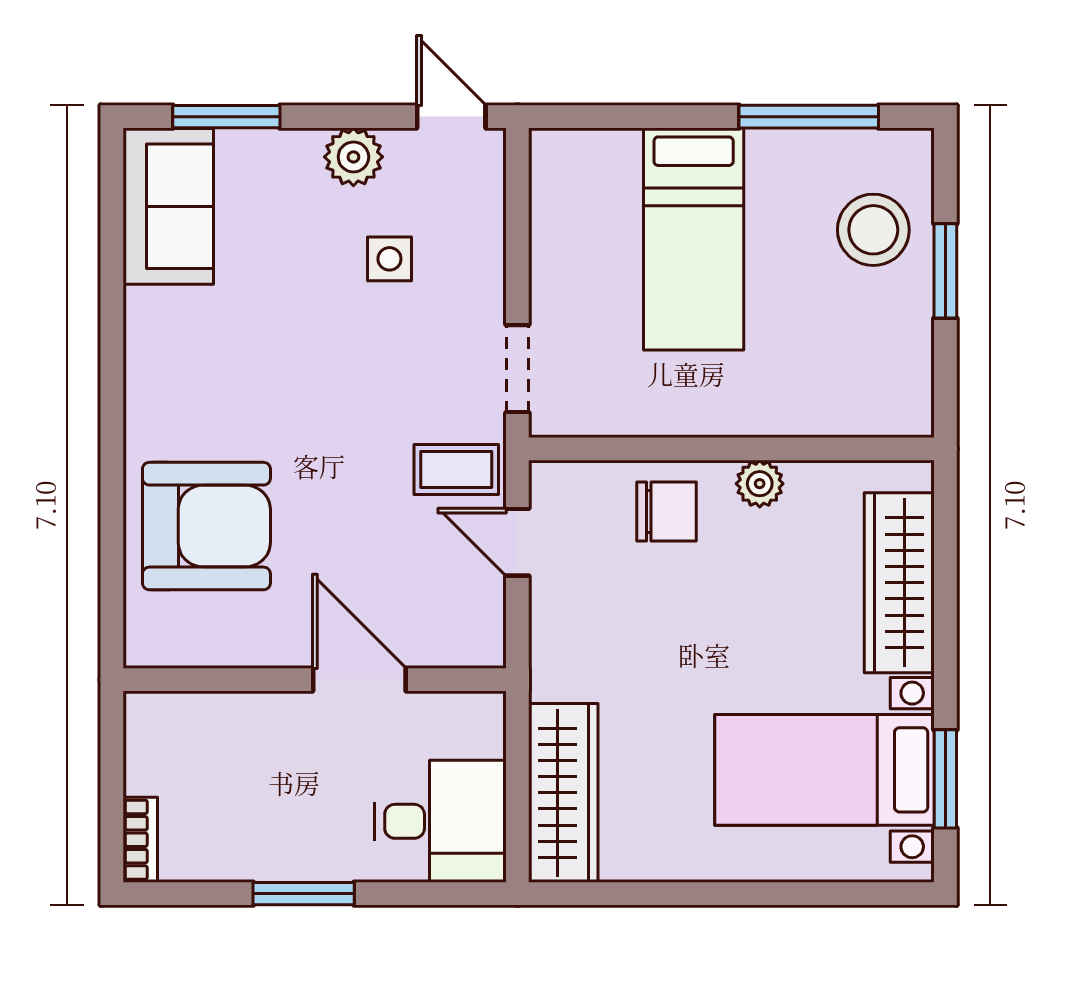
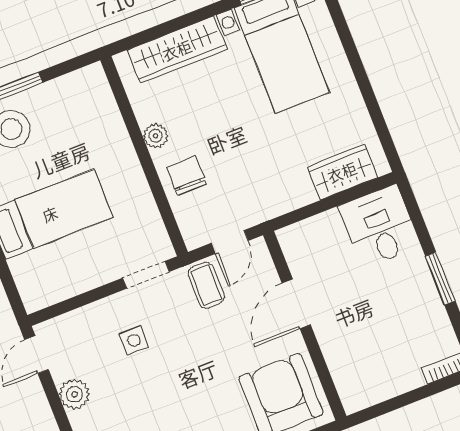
side table: (389, 259) -> (134, 340), moved
wall: (315, 680) -> (305, 326), moved
door: (359, 680) -> (296, 304), moved
wardrobe: (563, 793) -> (342, 172), width x0.67

